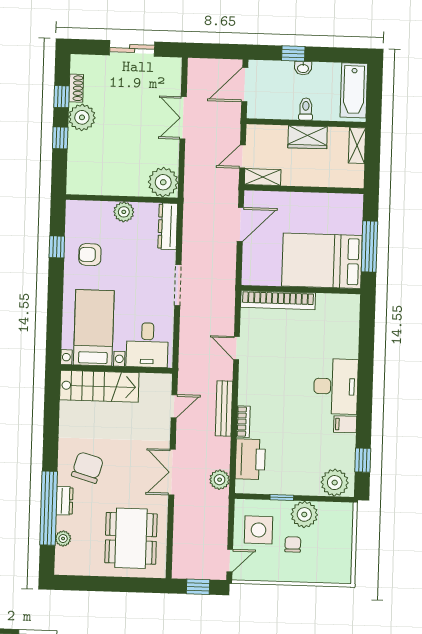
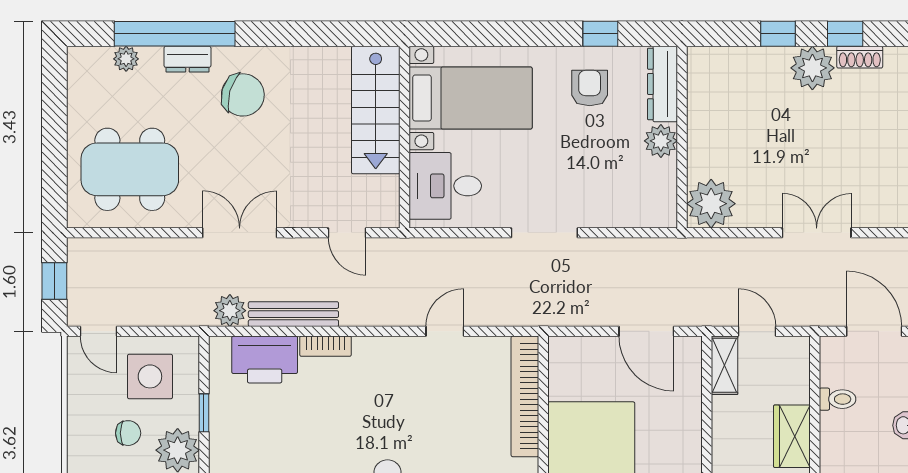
toilet: (306, 109) -> (838, 399), moved
dresser: (168, 226) -> (663, 84), moved, turned -90
bench: (224, 408) -> (293, 314), moved

